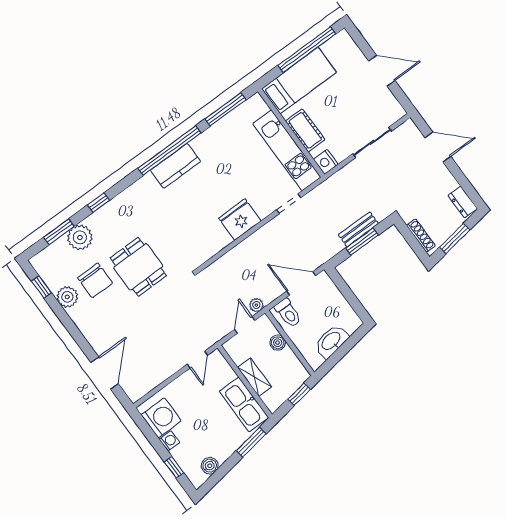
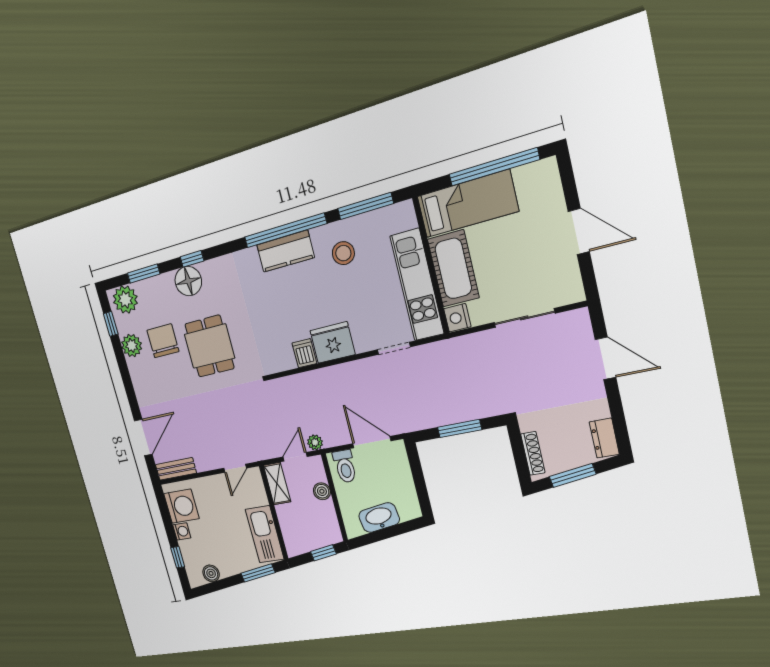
cot: (305, 130) -> (453, 268), width x1.37, depth x1.34
stool: (222, 149) -> (343, 253), added
floor lamp: (101, 222) -> (188, 281), added
bench: (358, 229) -> (176, 469), moved
plant: (80, 237) -> (125, 300), moved
dishwasher: (220, 238) -> (304, 353), added
chair: (95, 280) -> (163, 341), turned 180
shelving: (255, 377) -> (277, 484), moved

